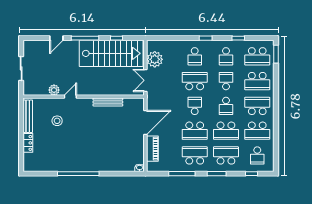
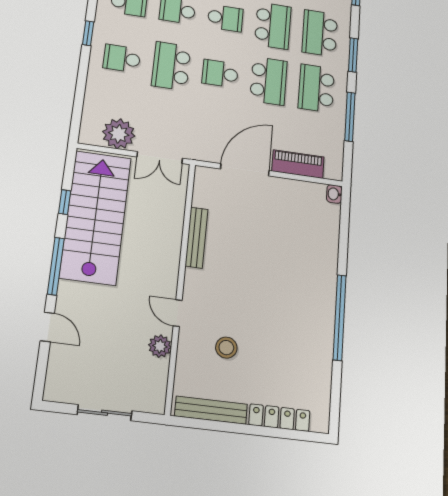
school desk: (195, 56) -> (122, 58), turned 180
door: (145, 122) -> (245, 170), hinge flipped
locker: (28, 143) -> (279, 418), width x1.53

